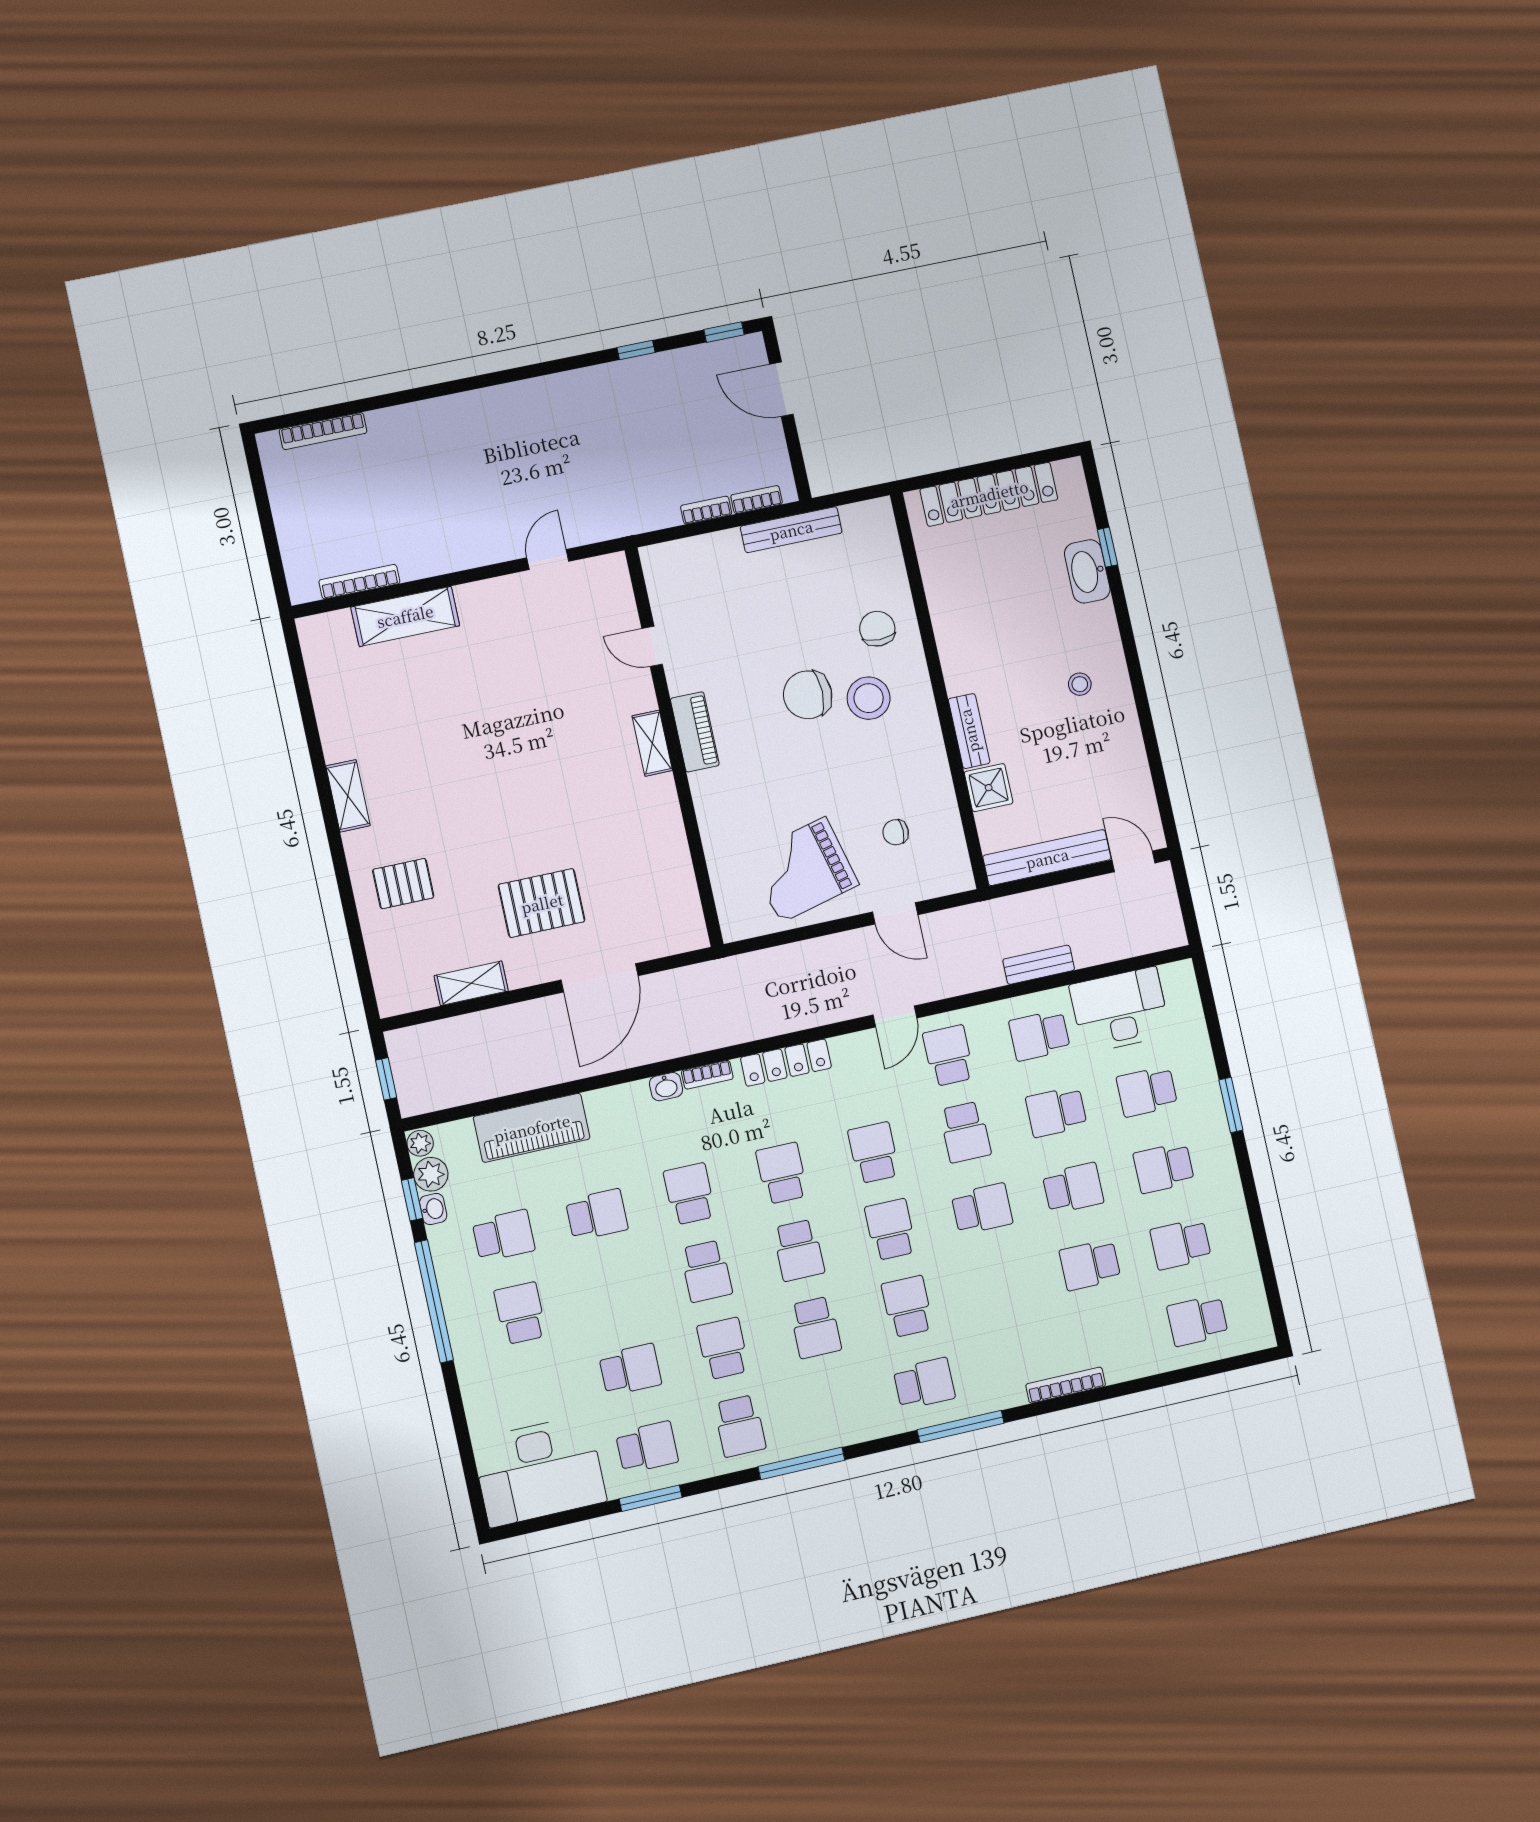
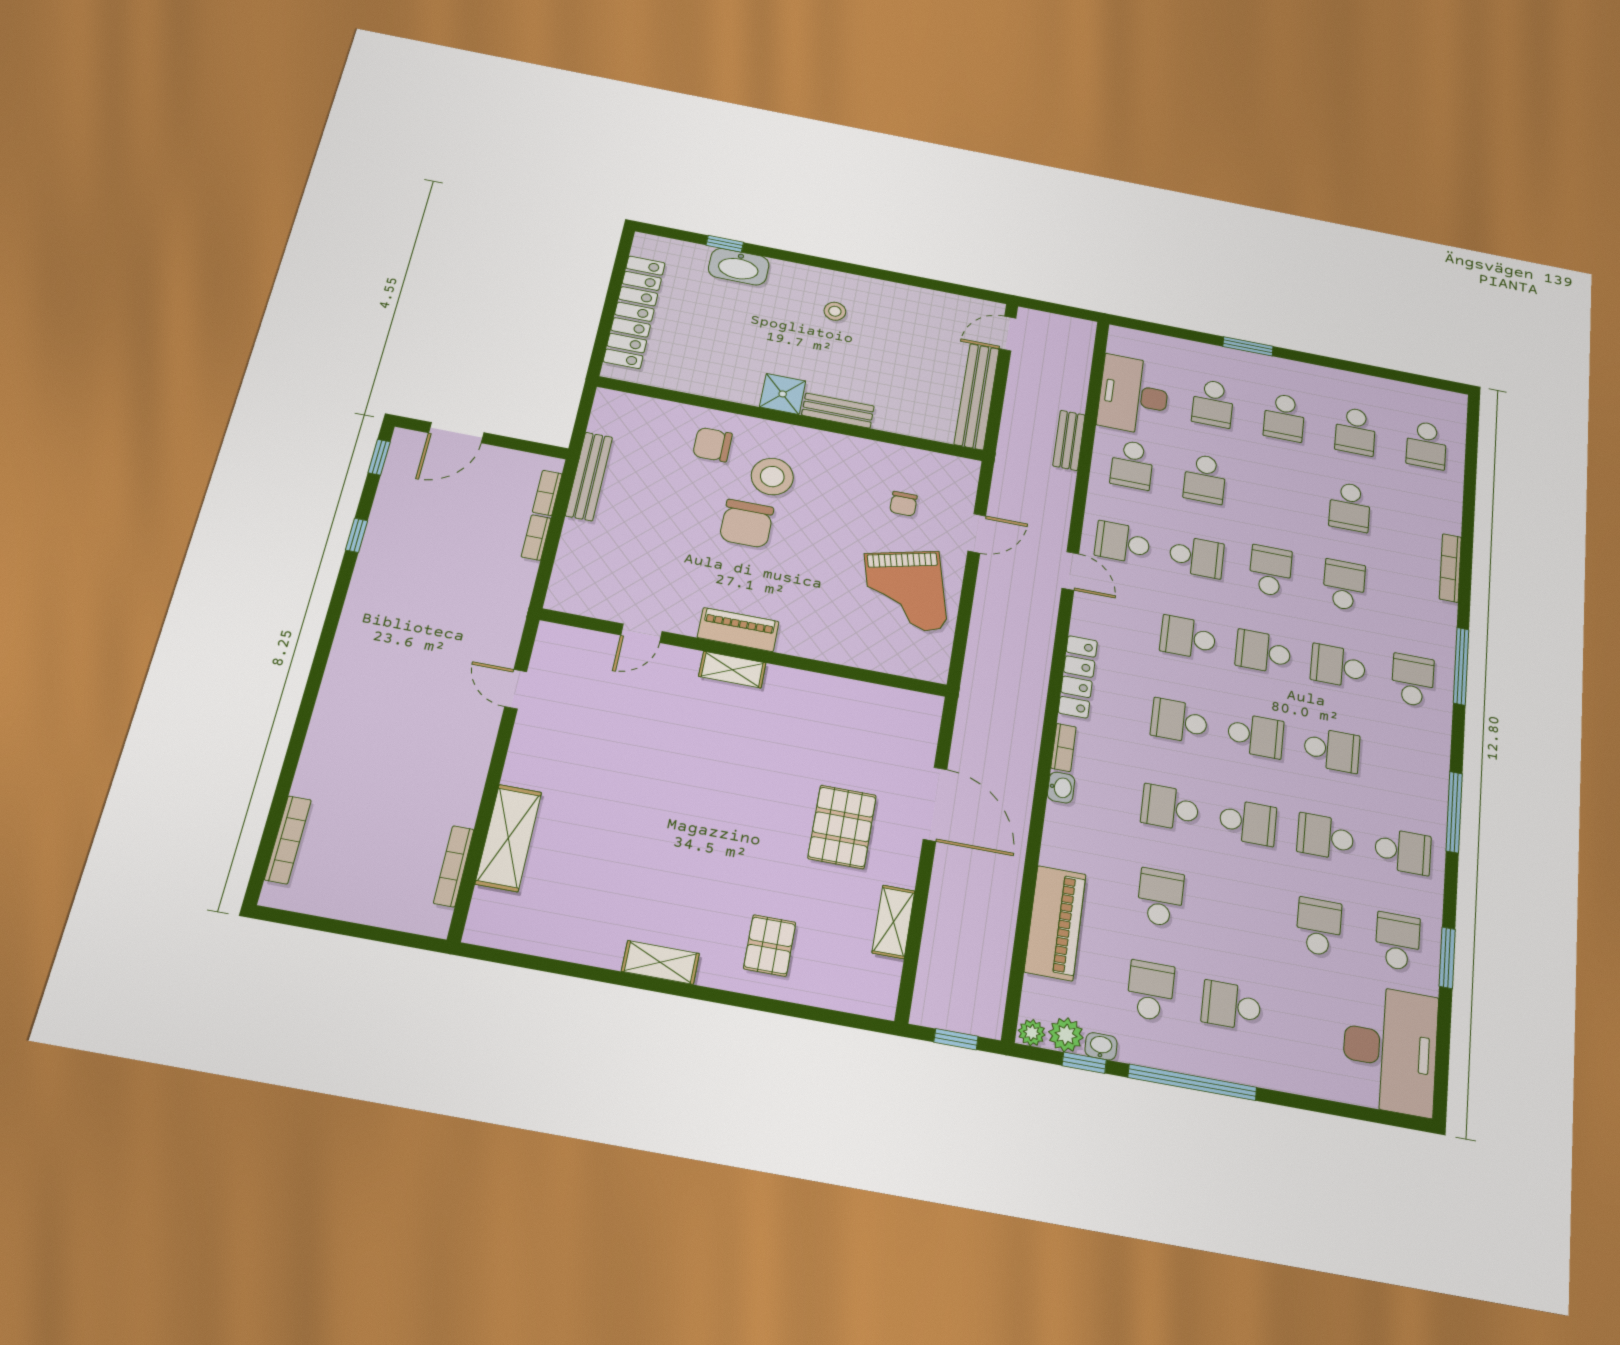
shower: (989, 788) -> (783, 394), moved
school desk: (1073, 1188) -> (1344, 585), moved

